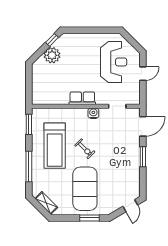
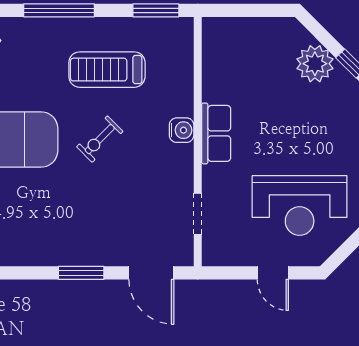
water cooler: (93, 113) -> (182, 130), moved
treadmill: (55, 146) -> (107, 70), width x0.73, depth x0.73

